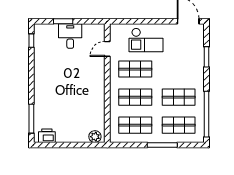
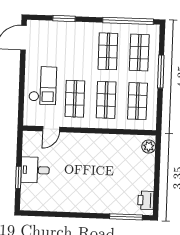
window: (31, 41) -> (39, 214), removed
door: (107, 49) -> (51, 129), hinge flipped

